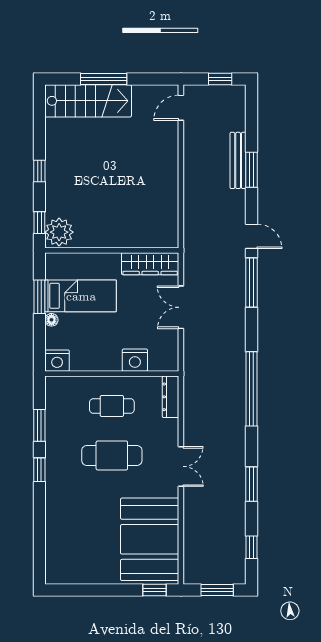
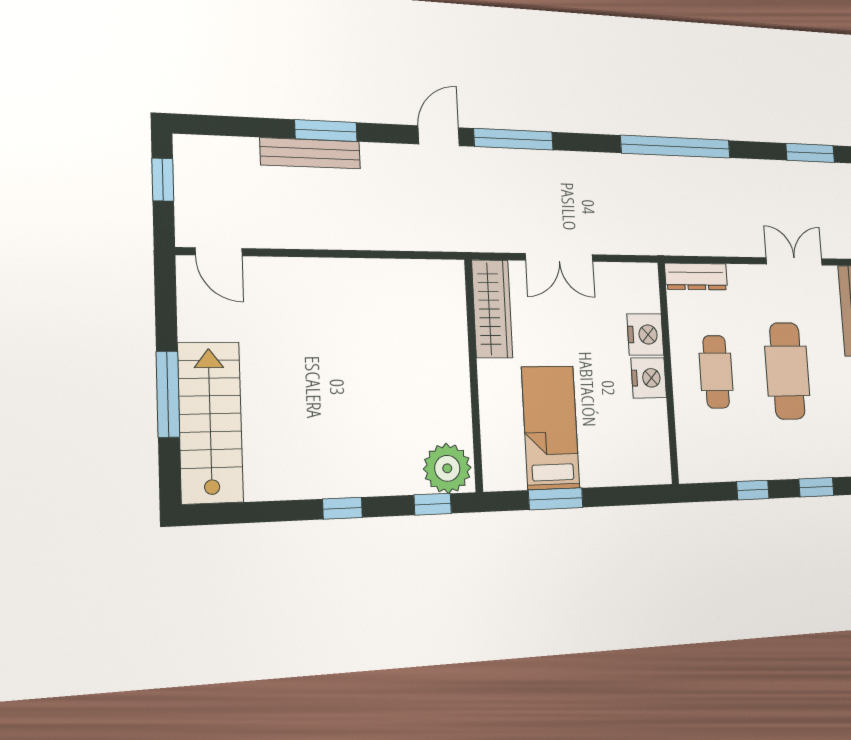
floor lamp: (51, 320) -> (591, 476), removed
nightstand: (57, 361) -> (649, 378), moved
window: (39, 425) -> (753, 490), width x0.67

